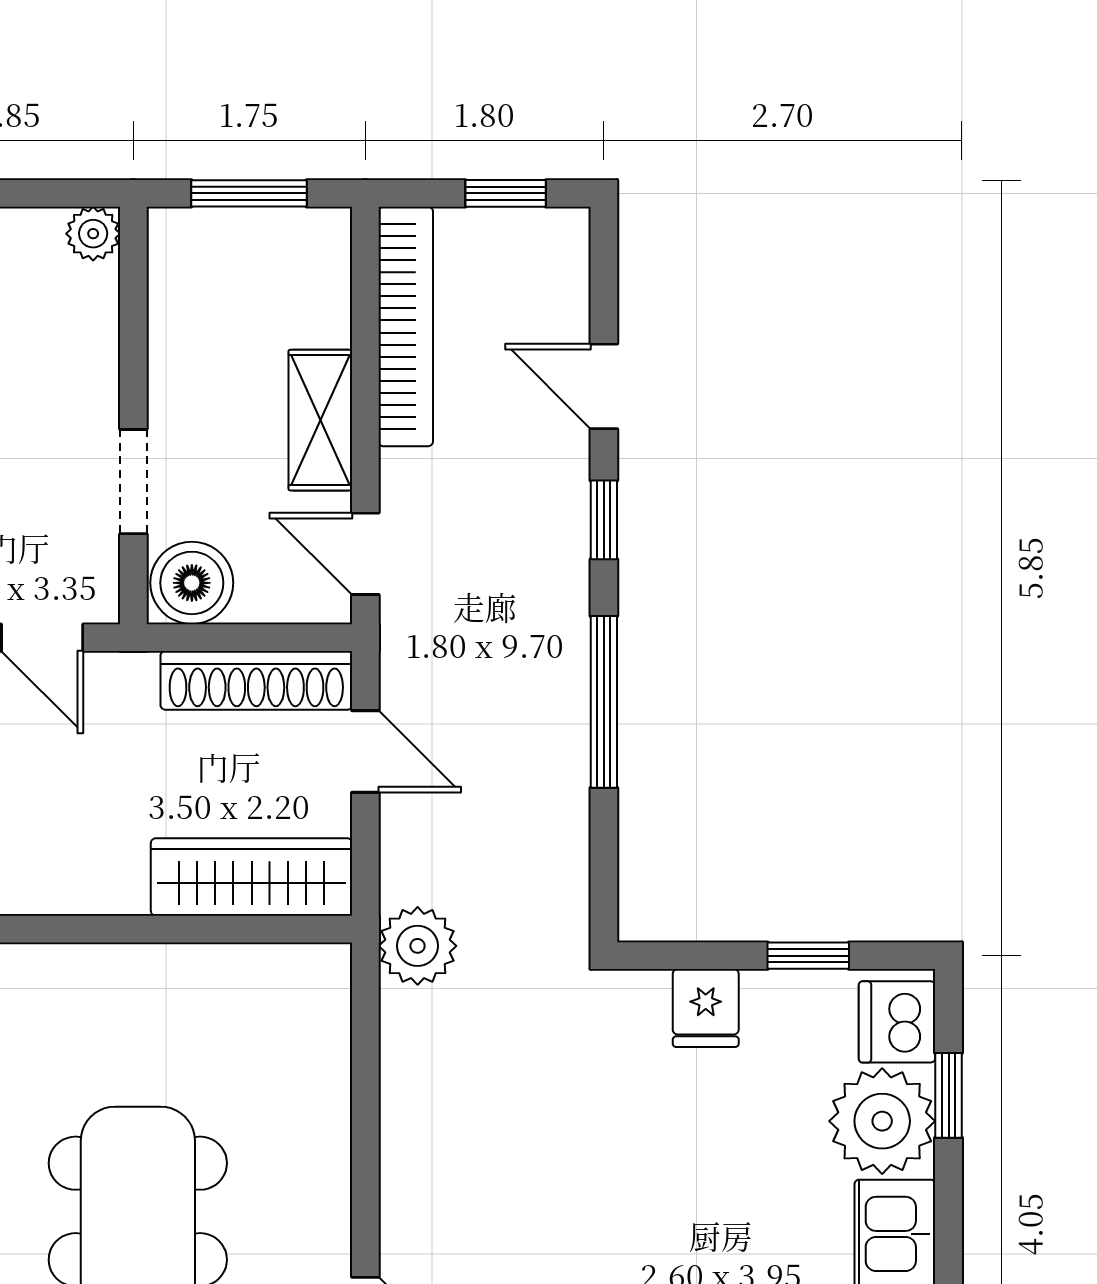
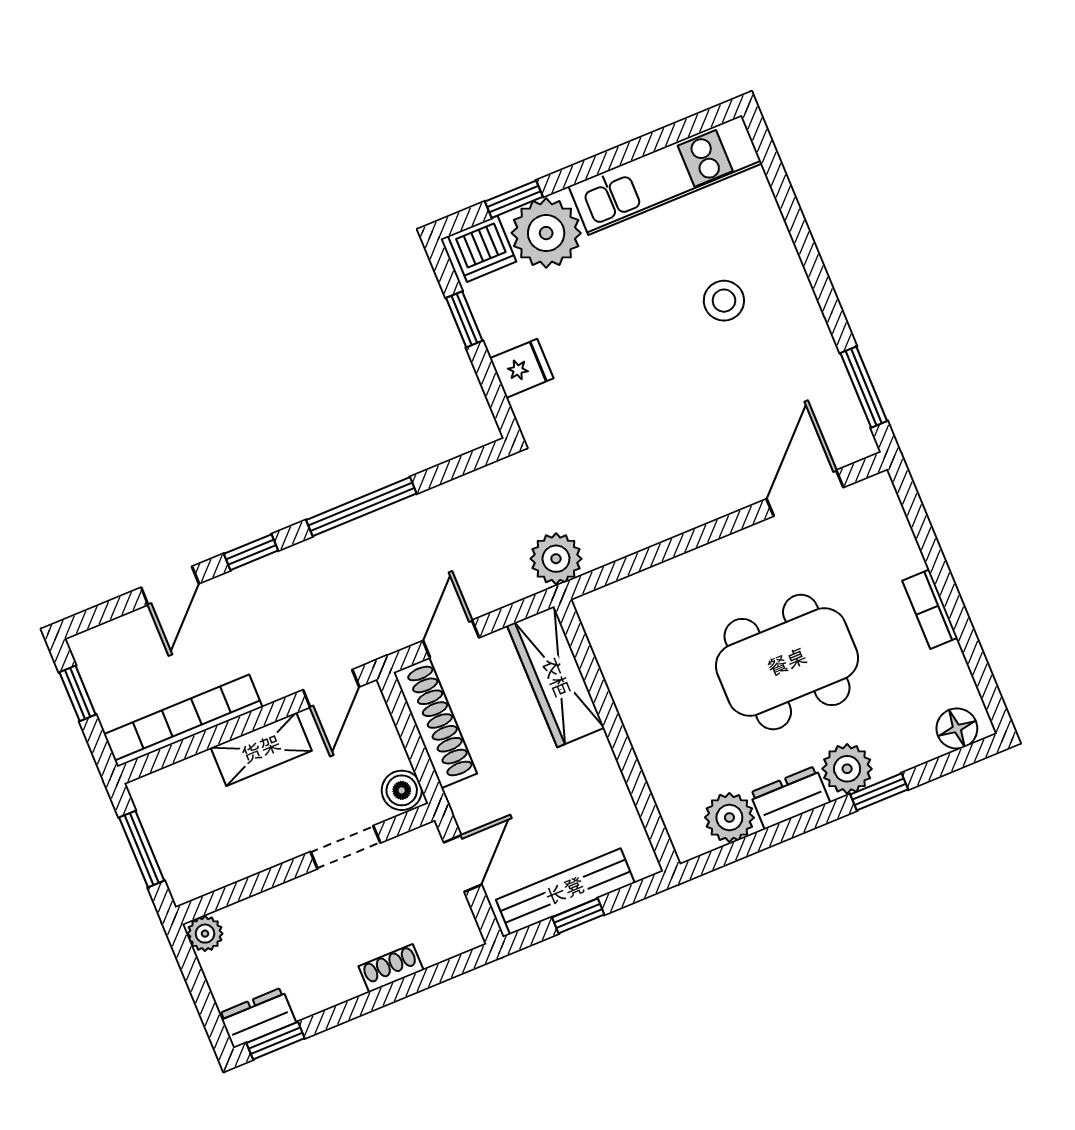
boiler: (192, 583) -> (402, 790), width x0.73, depth x0.73

